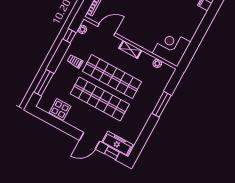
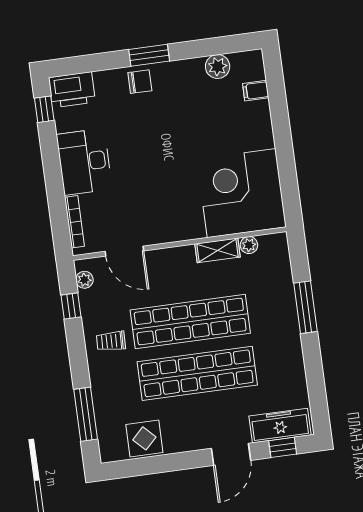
door: (106, 30) -> (124, 251), swing flipped
corner desk: (172, 48) -> (242, 193), width x1.36, depth x1.36
shelving: (130, 49) -> (217, 250), moved

